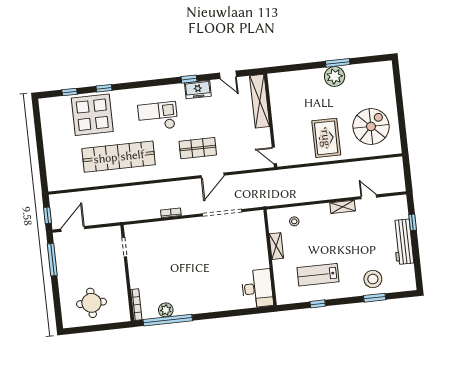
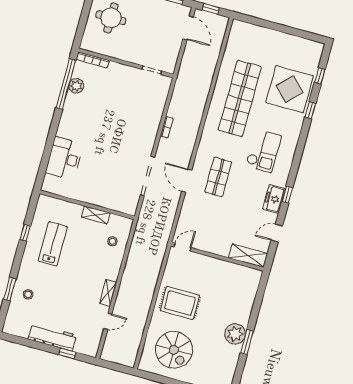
shelving: (260, 101) -> (248, 256), width x0.68
stool: (373, 279) -> (28, 294), width x0.53, depth x0.53
desk: (257, 288) -> (64, 158), moved, turned 90

